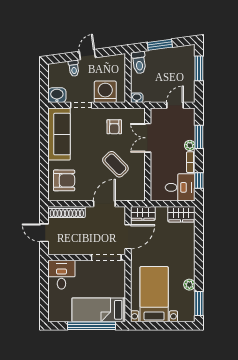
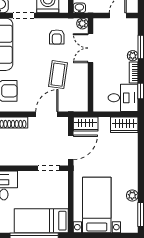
plant: (140, 113) -> (82, 24), added
coffee table: (115, 164) -> (58, 75), turned 52
doorway: (106, 258) -> (49, 168), width x0.73

